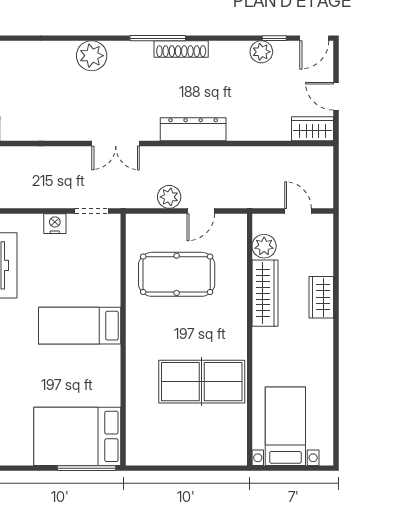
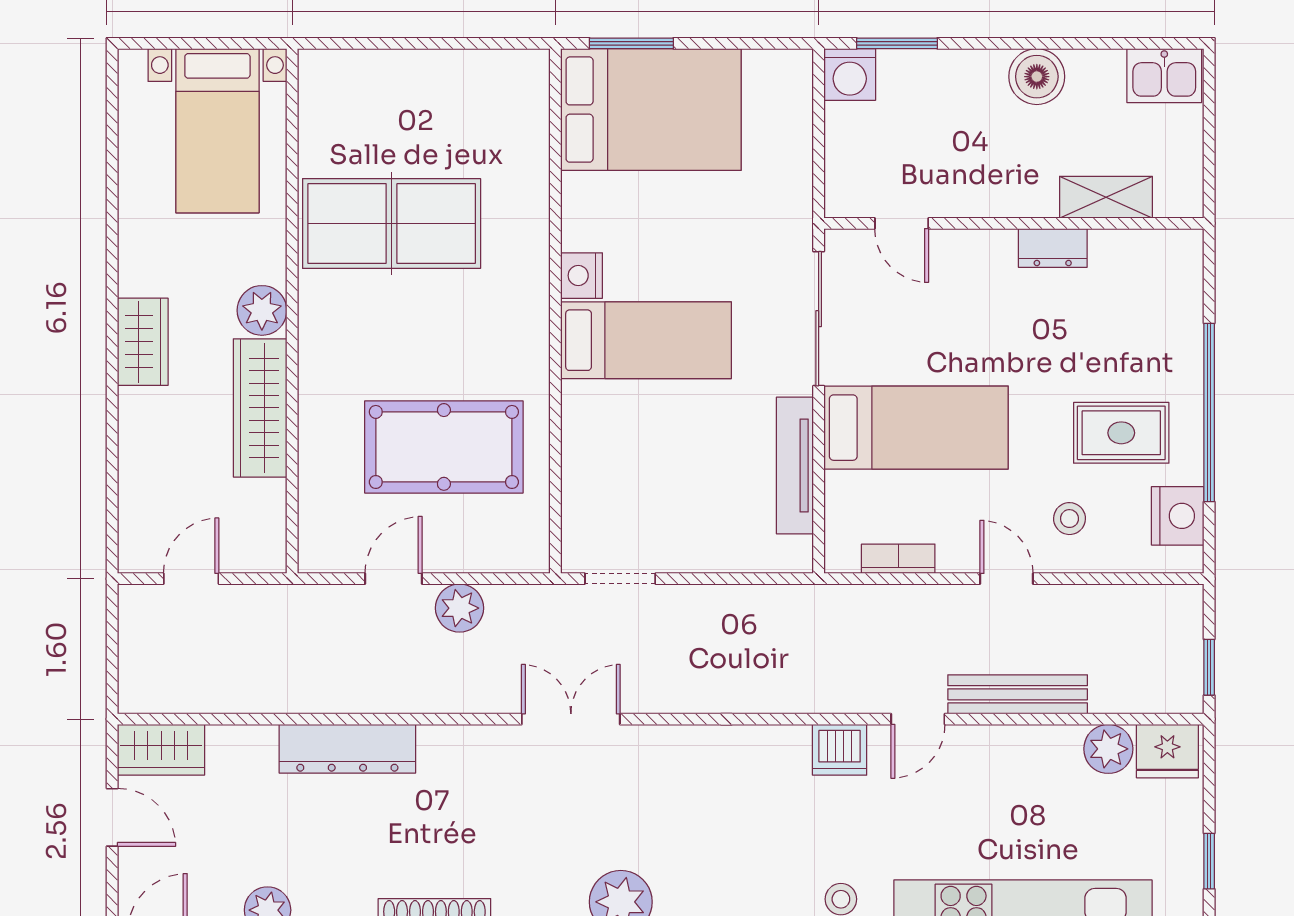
dresser: (193, 129) -> (347, 749), moved
door: (298, 211) -> (191, 579), swing flipped
nightstand: (55, 224) -> (582, 276), moved, turned 90
plant: (264, 246) -> (262, 310), moved
wardrobe: (321, 297) -> (143, 342), moved
window: (87, 468) -> (631, 43), width x0.69

